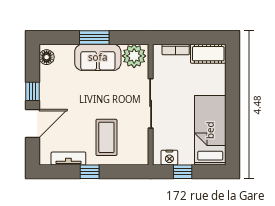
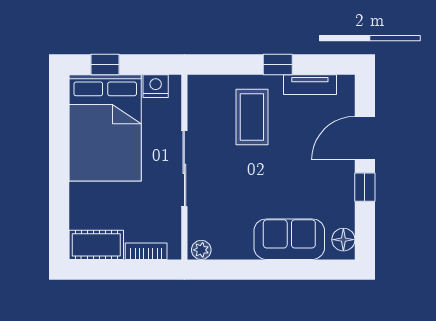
window: (94, 37) -> (270, 270), removed
plant: (134, 56) -> (201, 250), width x0.53, depth x0.53
sofa: (98, 57) -> (289, 239), moved
bed: (210, 130) -> (105, 128), width x1.50
window: (183, 172) -> (105, 64), moved

